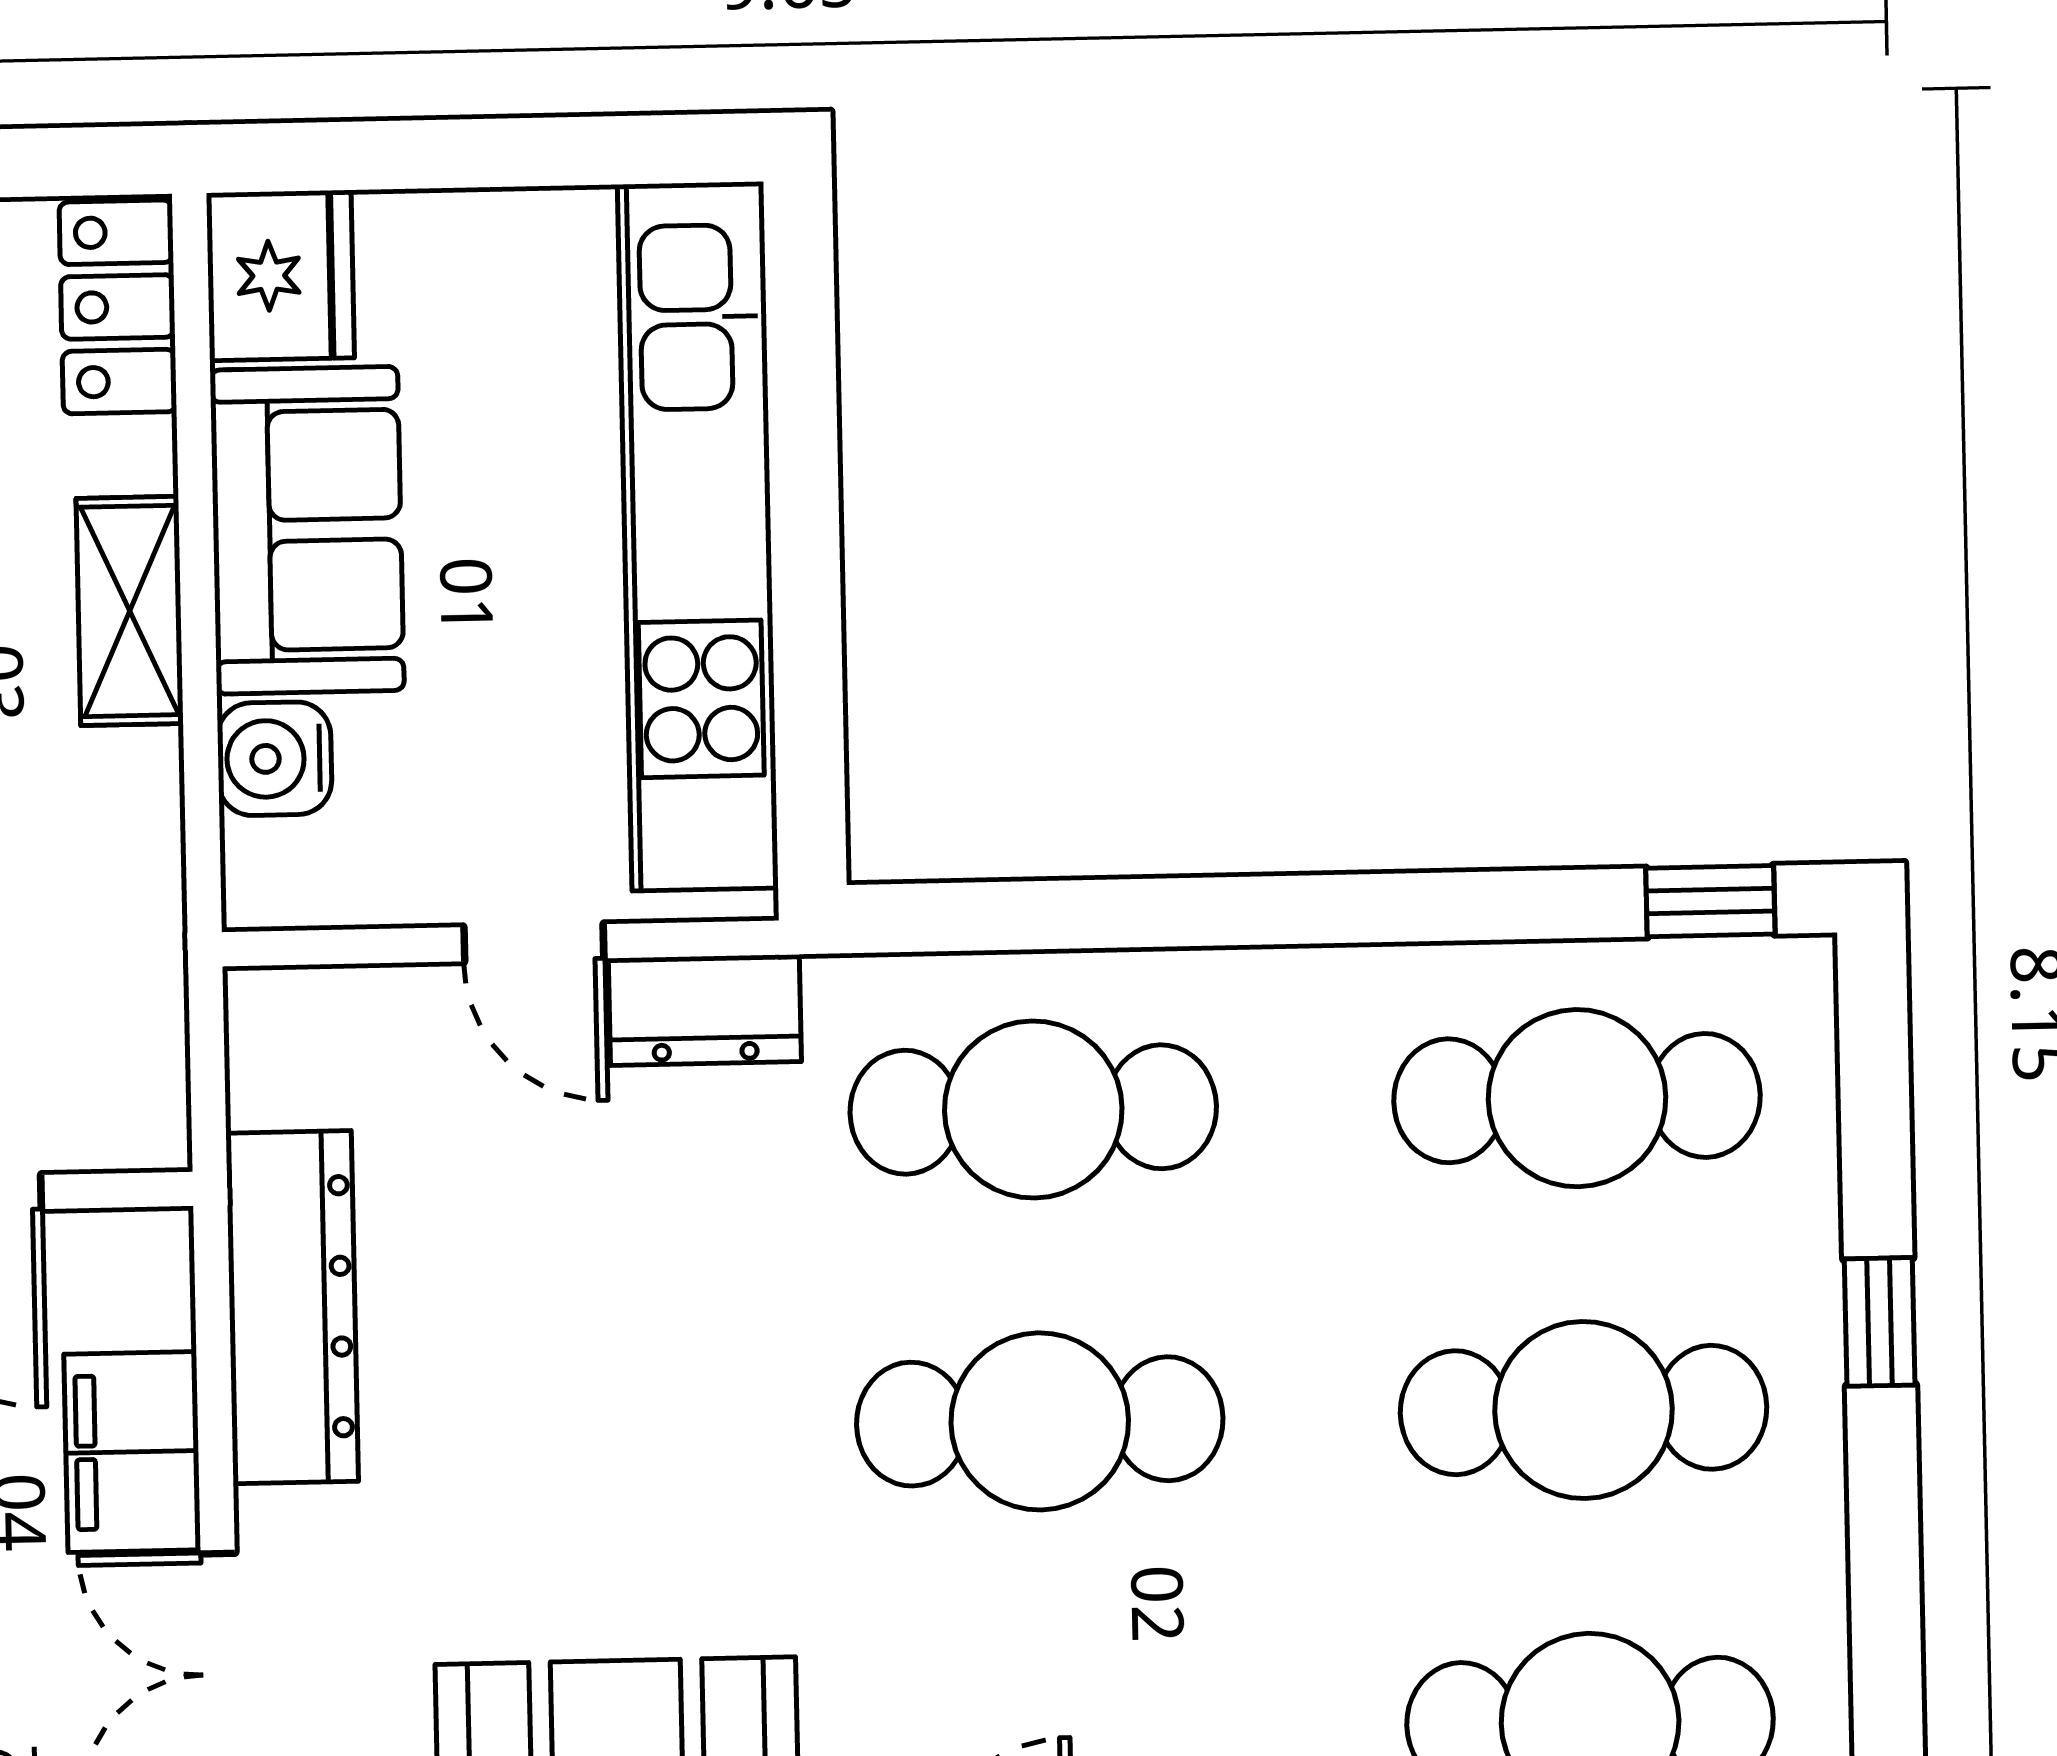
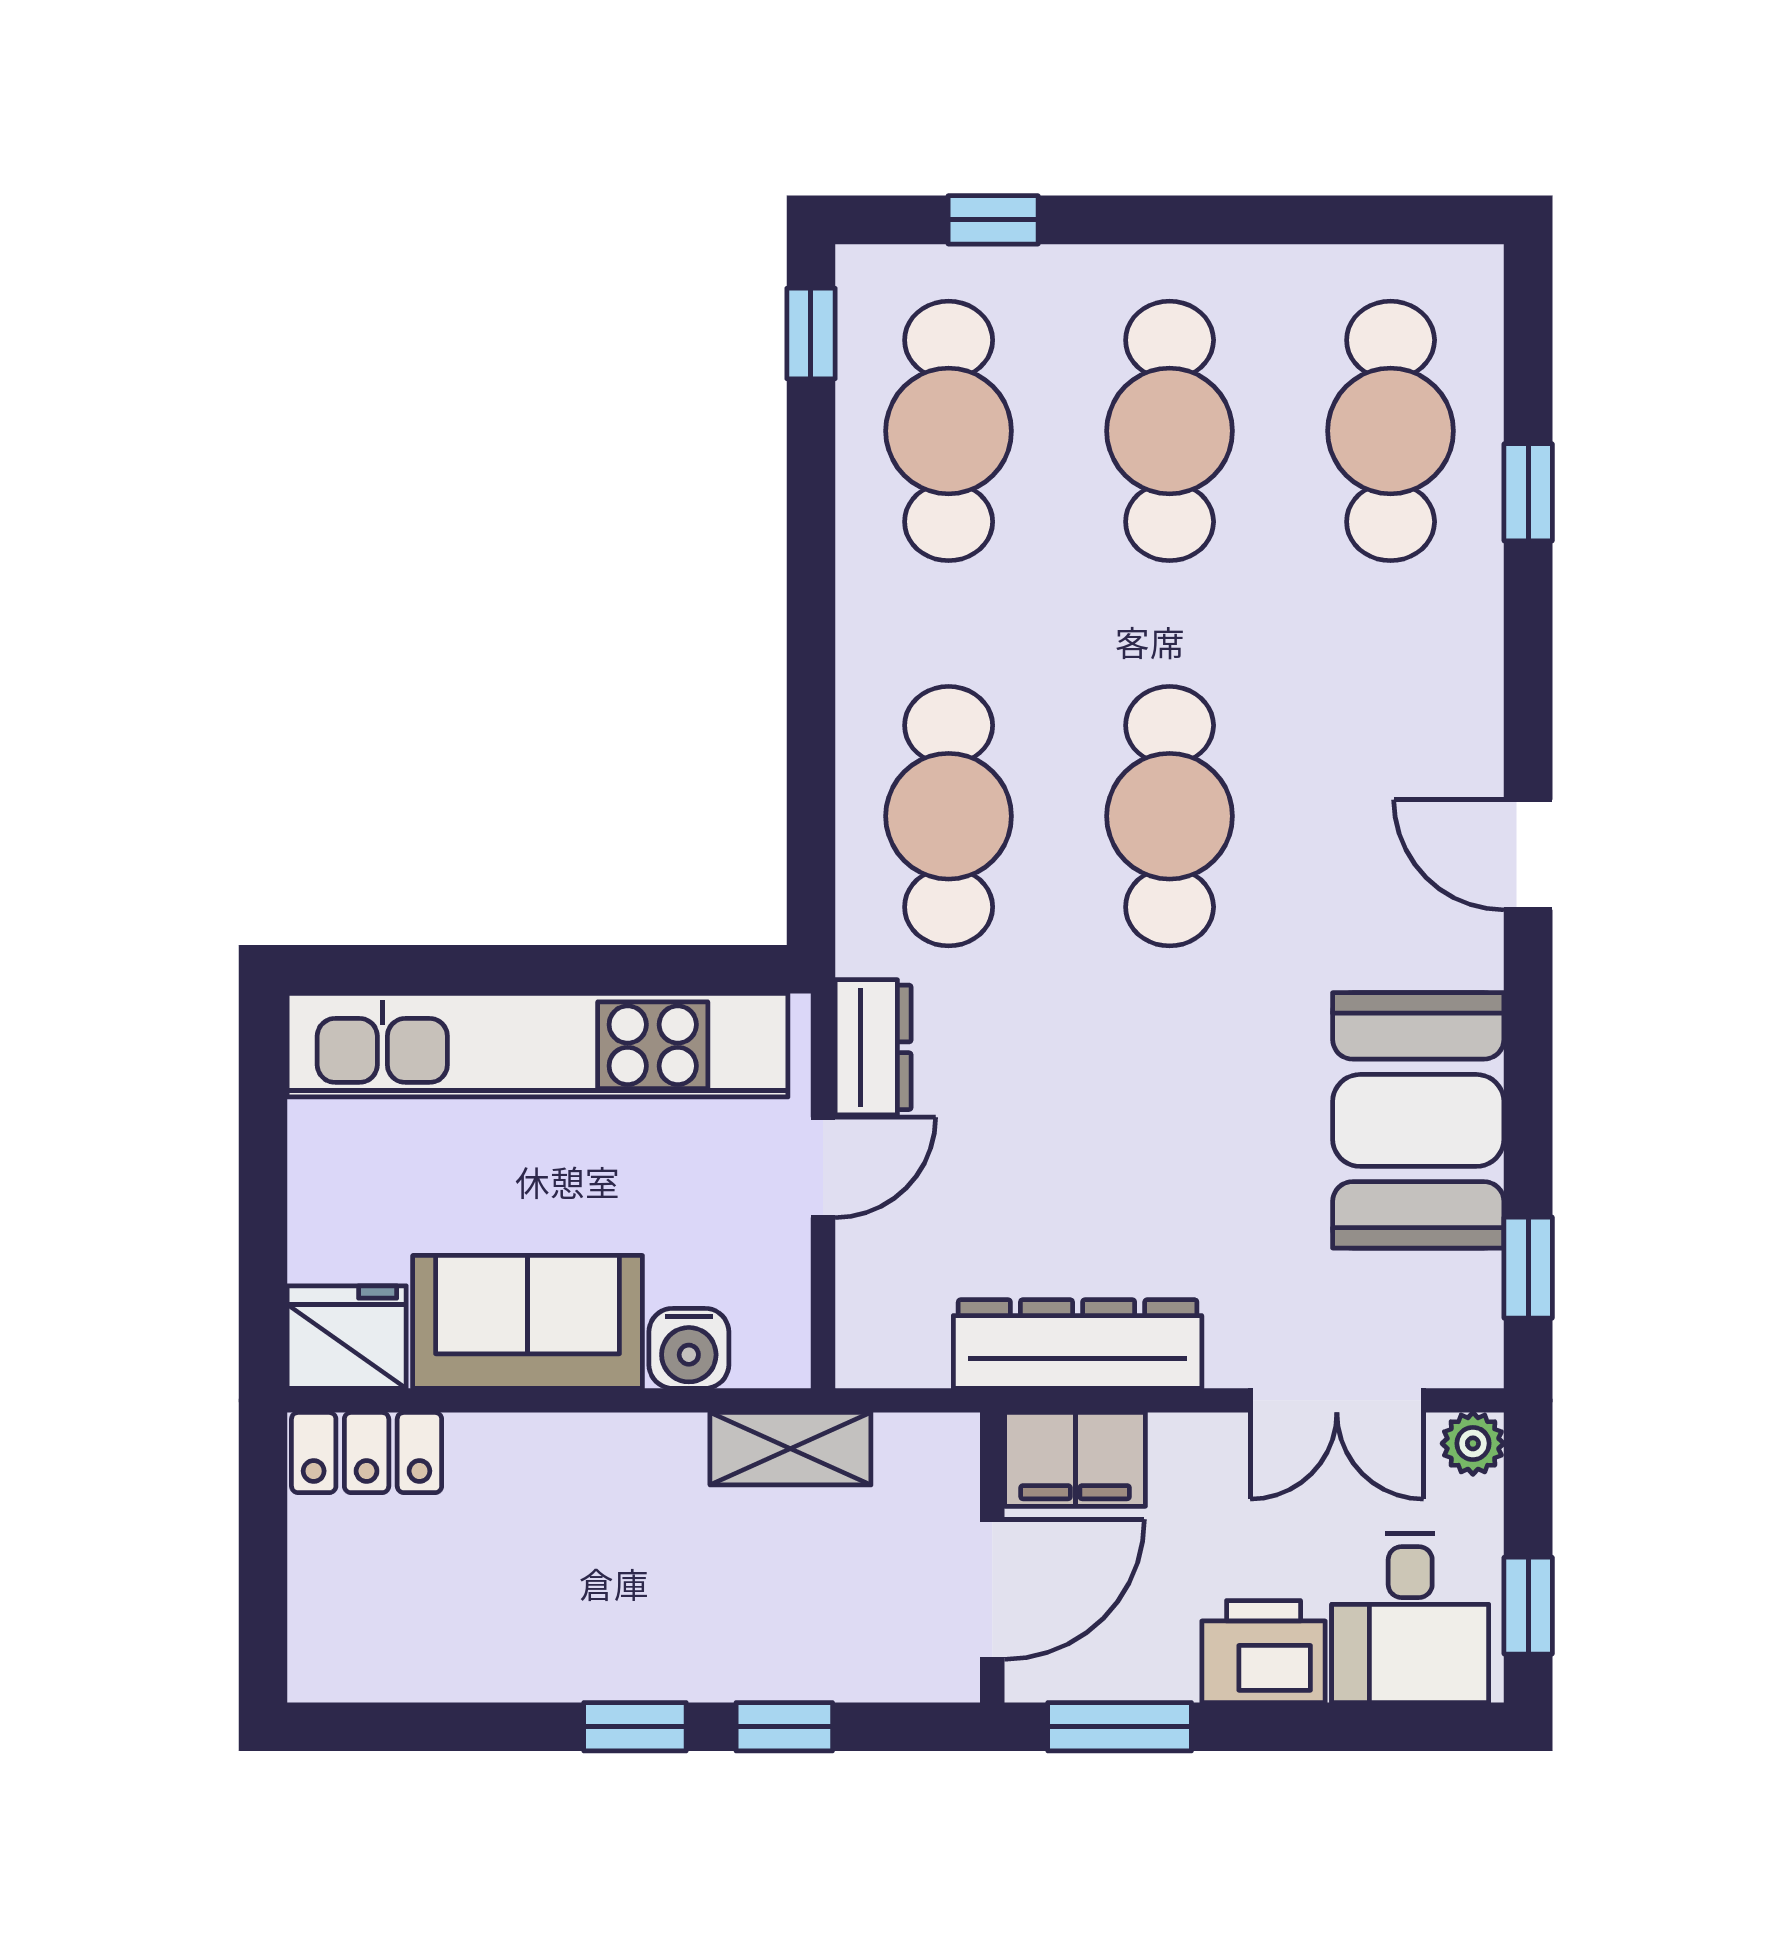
shelving: (130, 611) -> (790, 1449), moved
window: (1880, 1322) -> (993, 220), moved
filing cabinet: (132, 1452) -> (1075, 1459), moved

